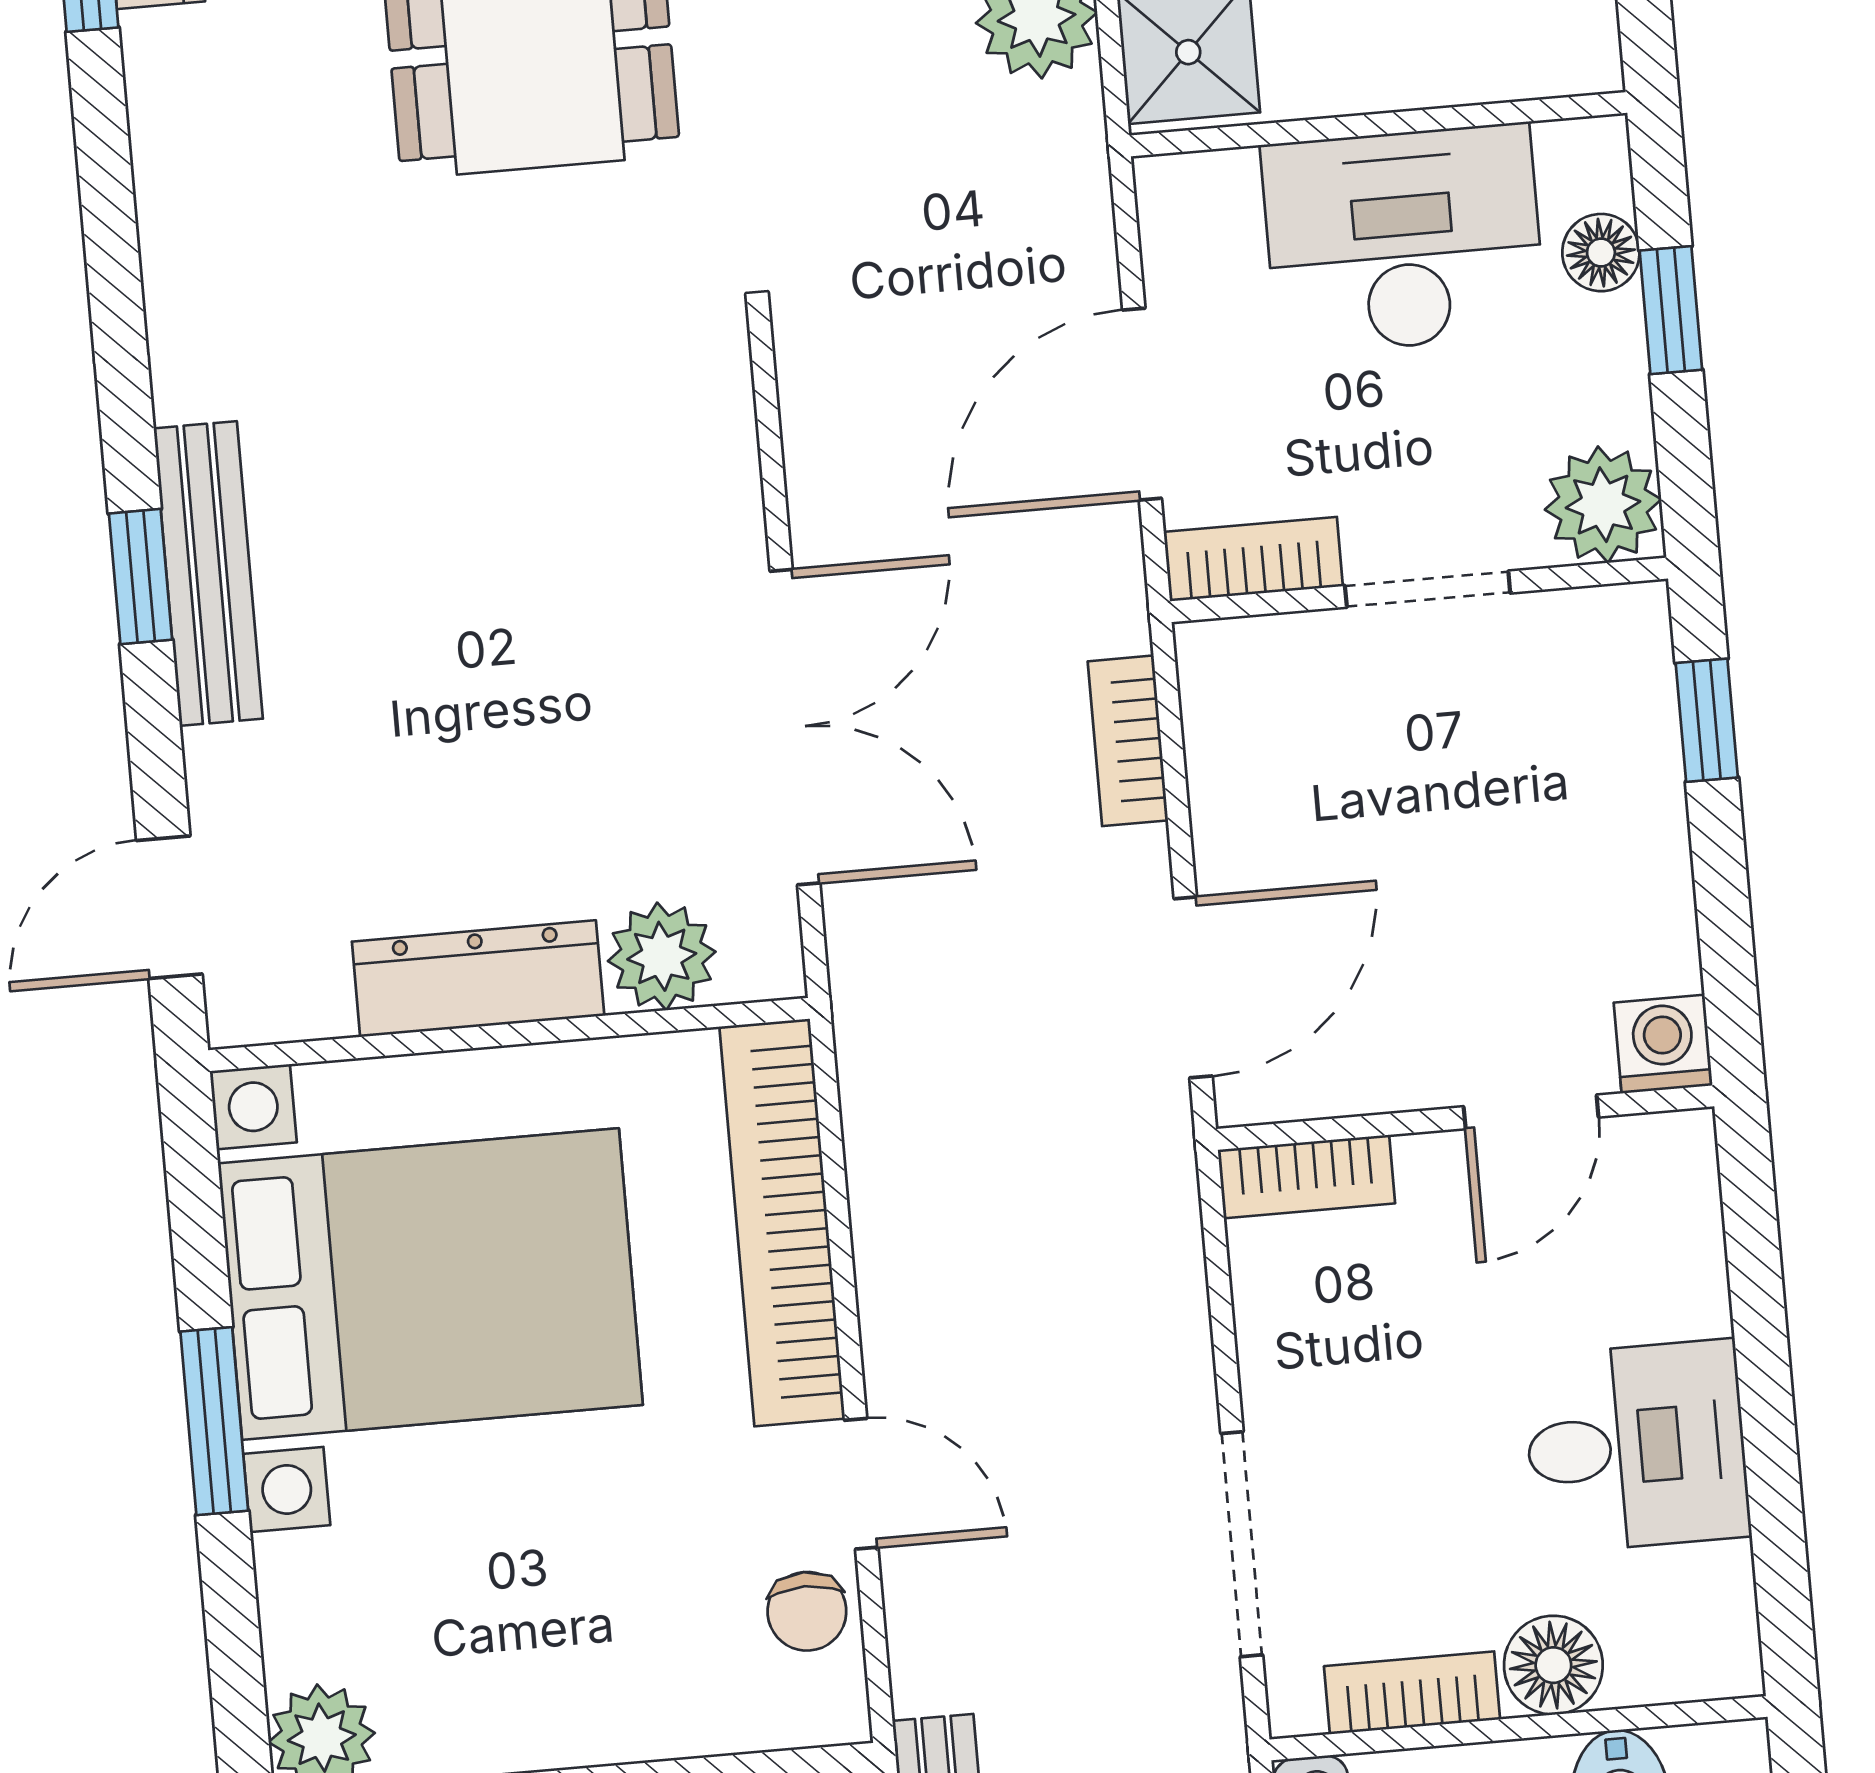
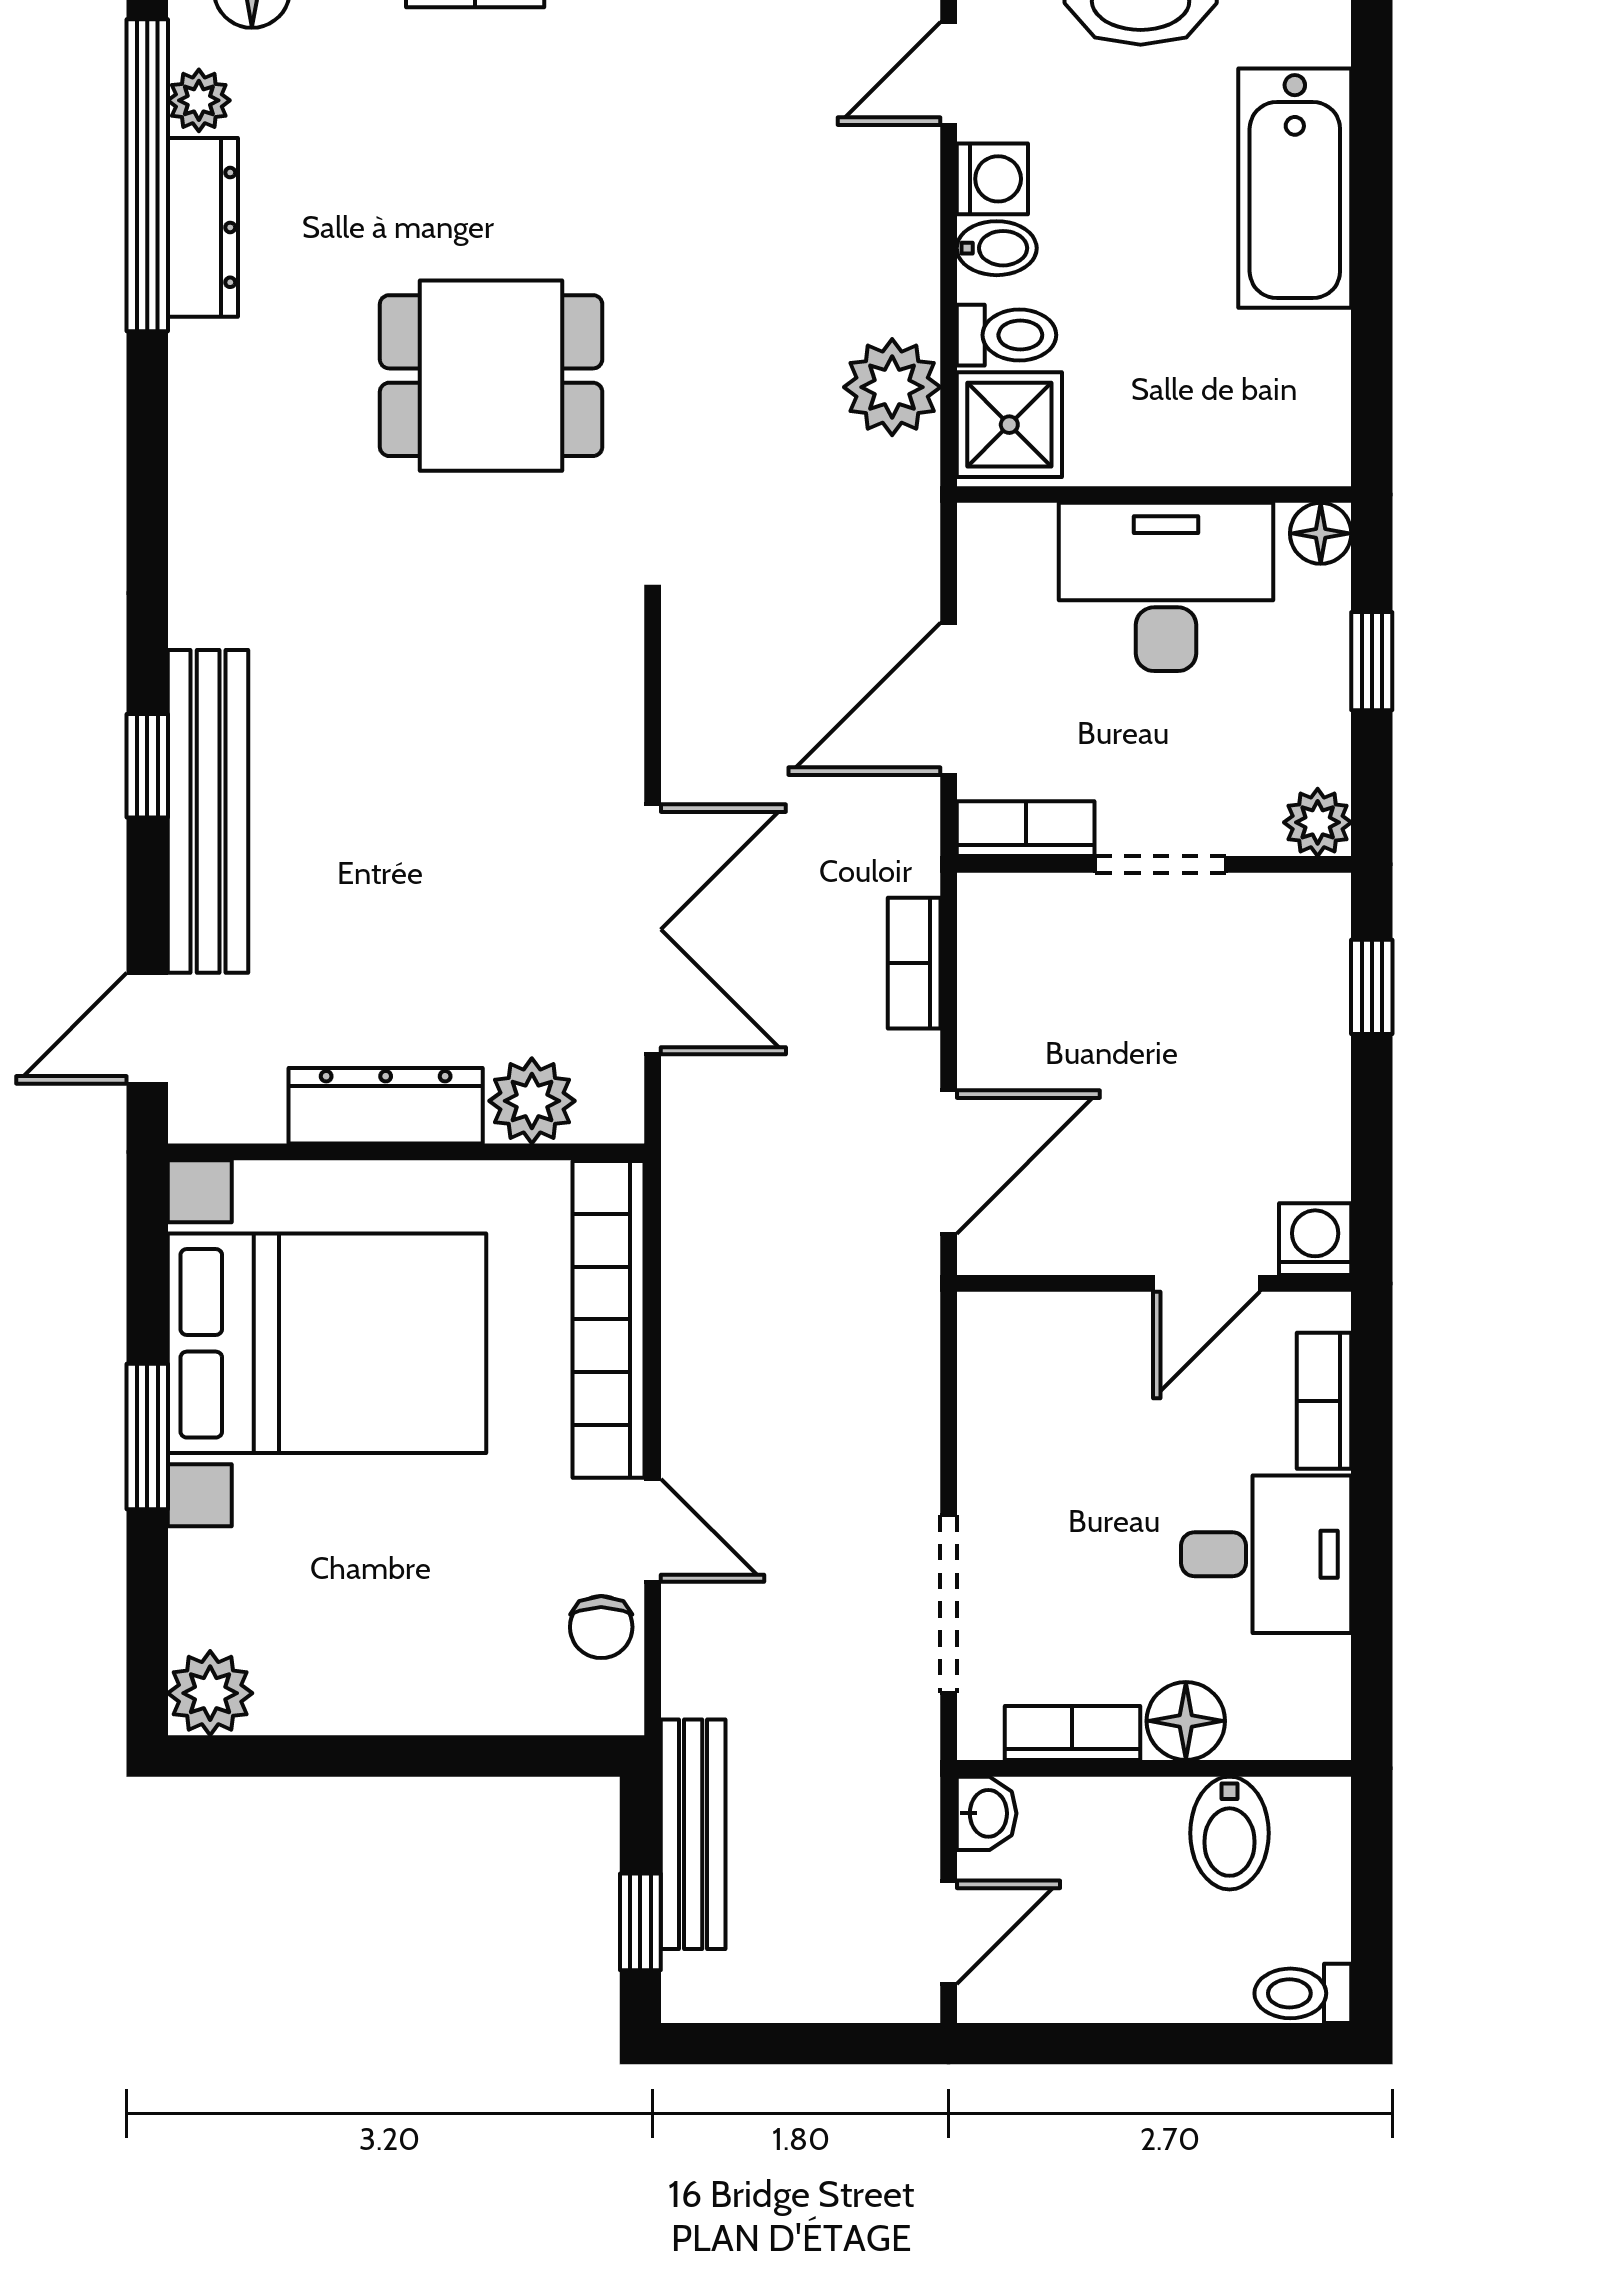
floor lamp: (1601, 253) -> (1321, 533), moved
plant: (1603, 505) -> (1318, 822), width x0.73, depth x0.73
bench: (208, 574) -> (208, 811), width x1.37, depth x1.21
bookcase: (1306, 1177) -> (1324, 1401), moved, turned 90

